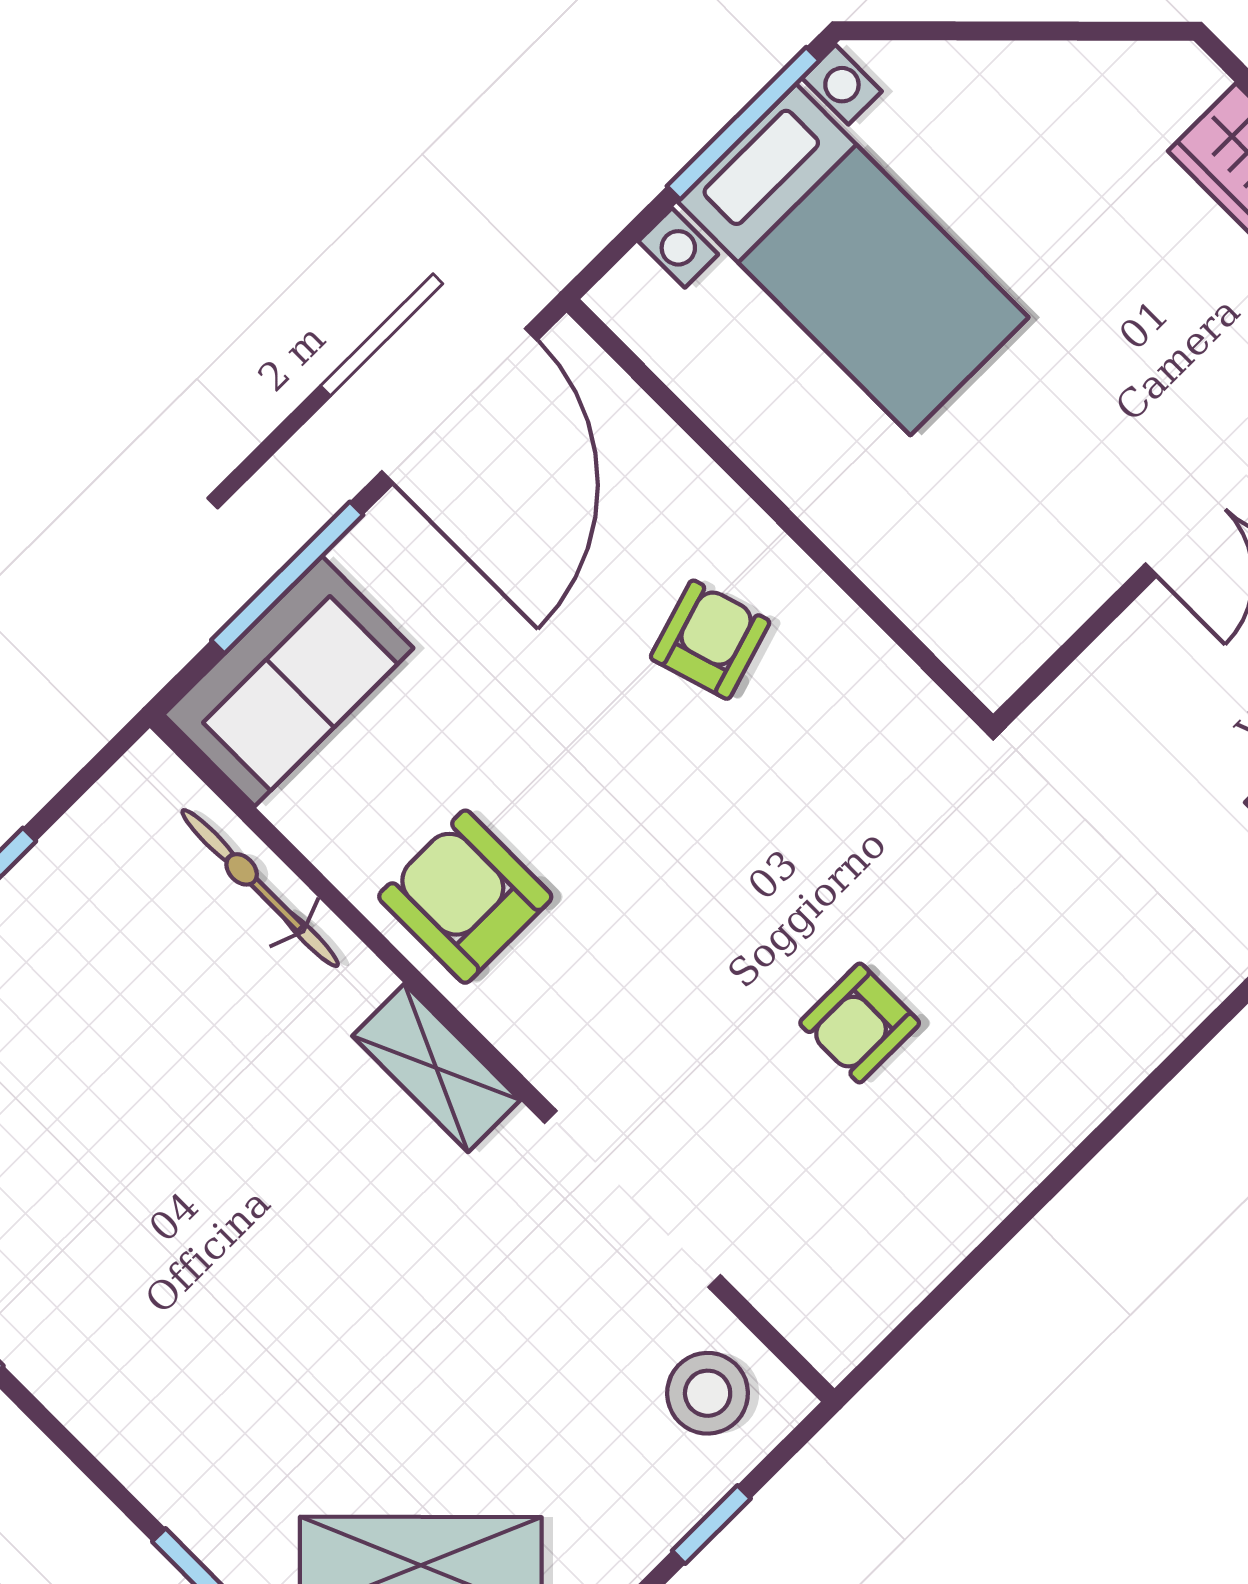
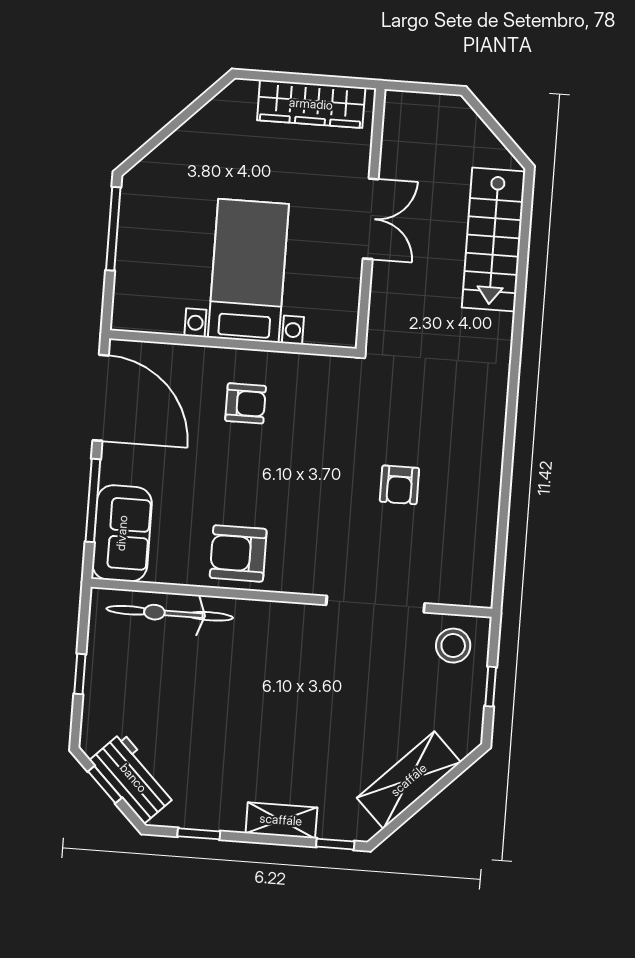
bed with nightstands: (853, 260) -> (248, 271), moved, turned -90
armchair: (710, 640) -> (246, 403), turned 107
bicycle: (260, 888) -> (170, 613), width x1.37, depth x1.40
shelving: (436, 1068) -> (281, 820), moved

